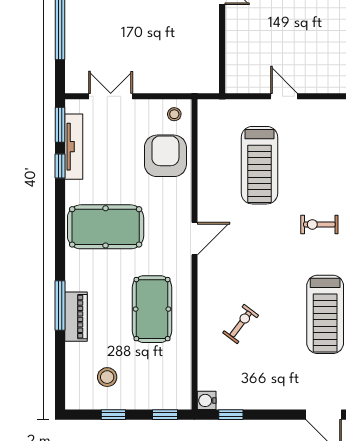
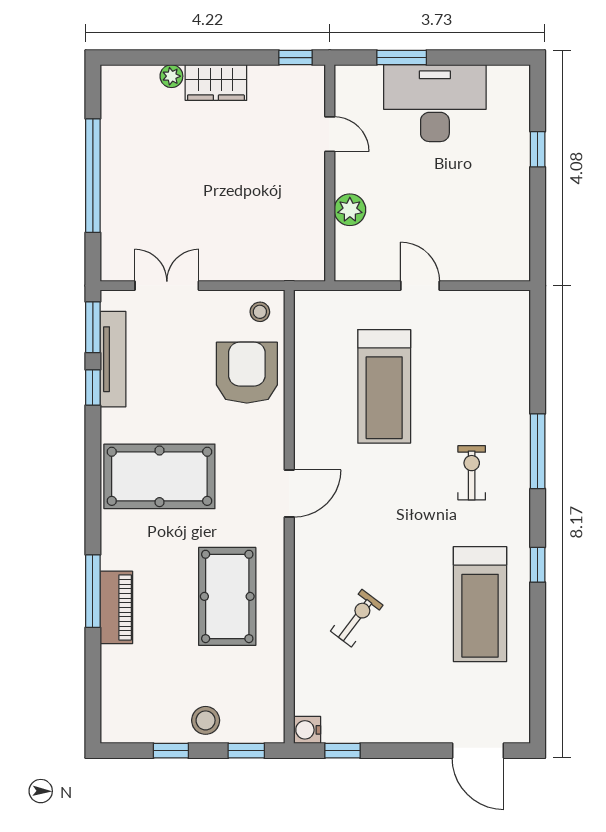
plant: (236, 44) -> (350, 210), added
exercise bike: (319, 224) -> (472, 473), turned 90
stool: (107, 377) -> (206, 720), moved

